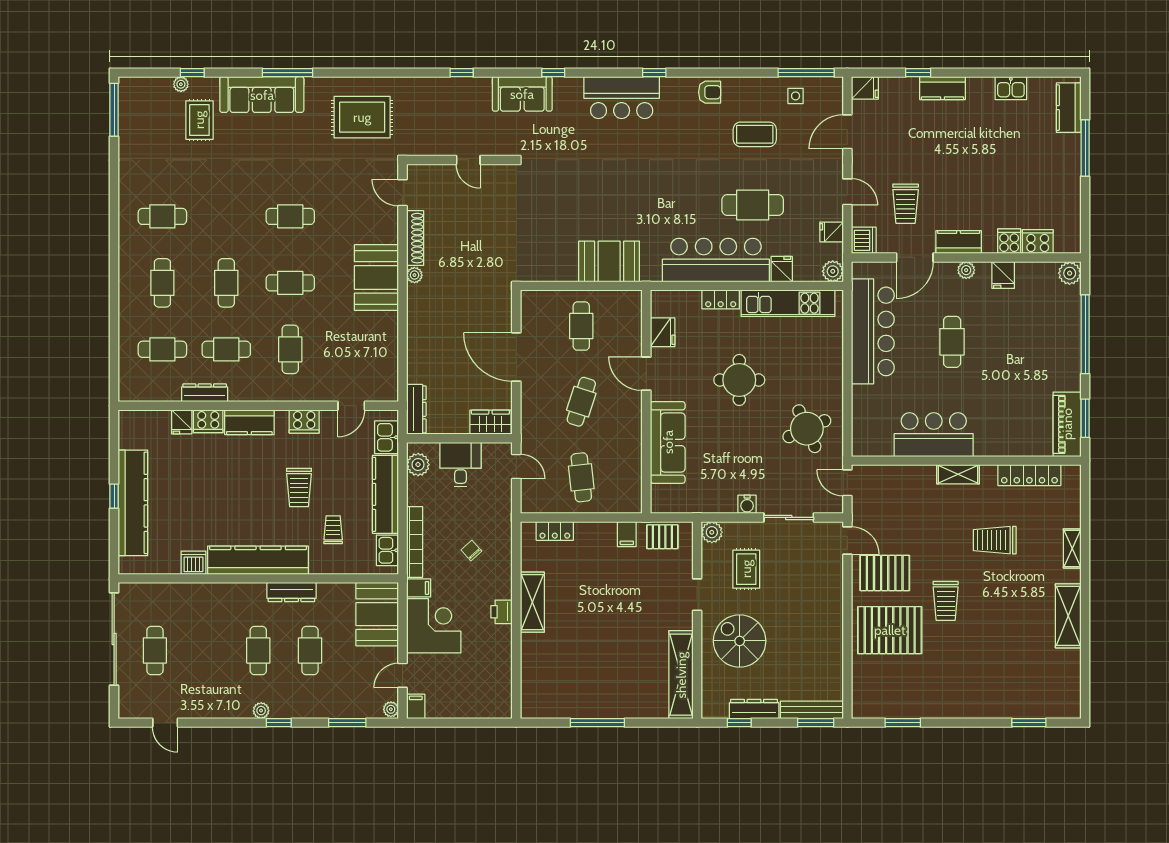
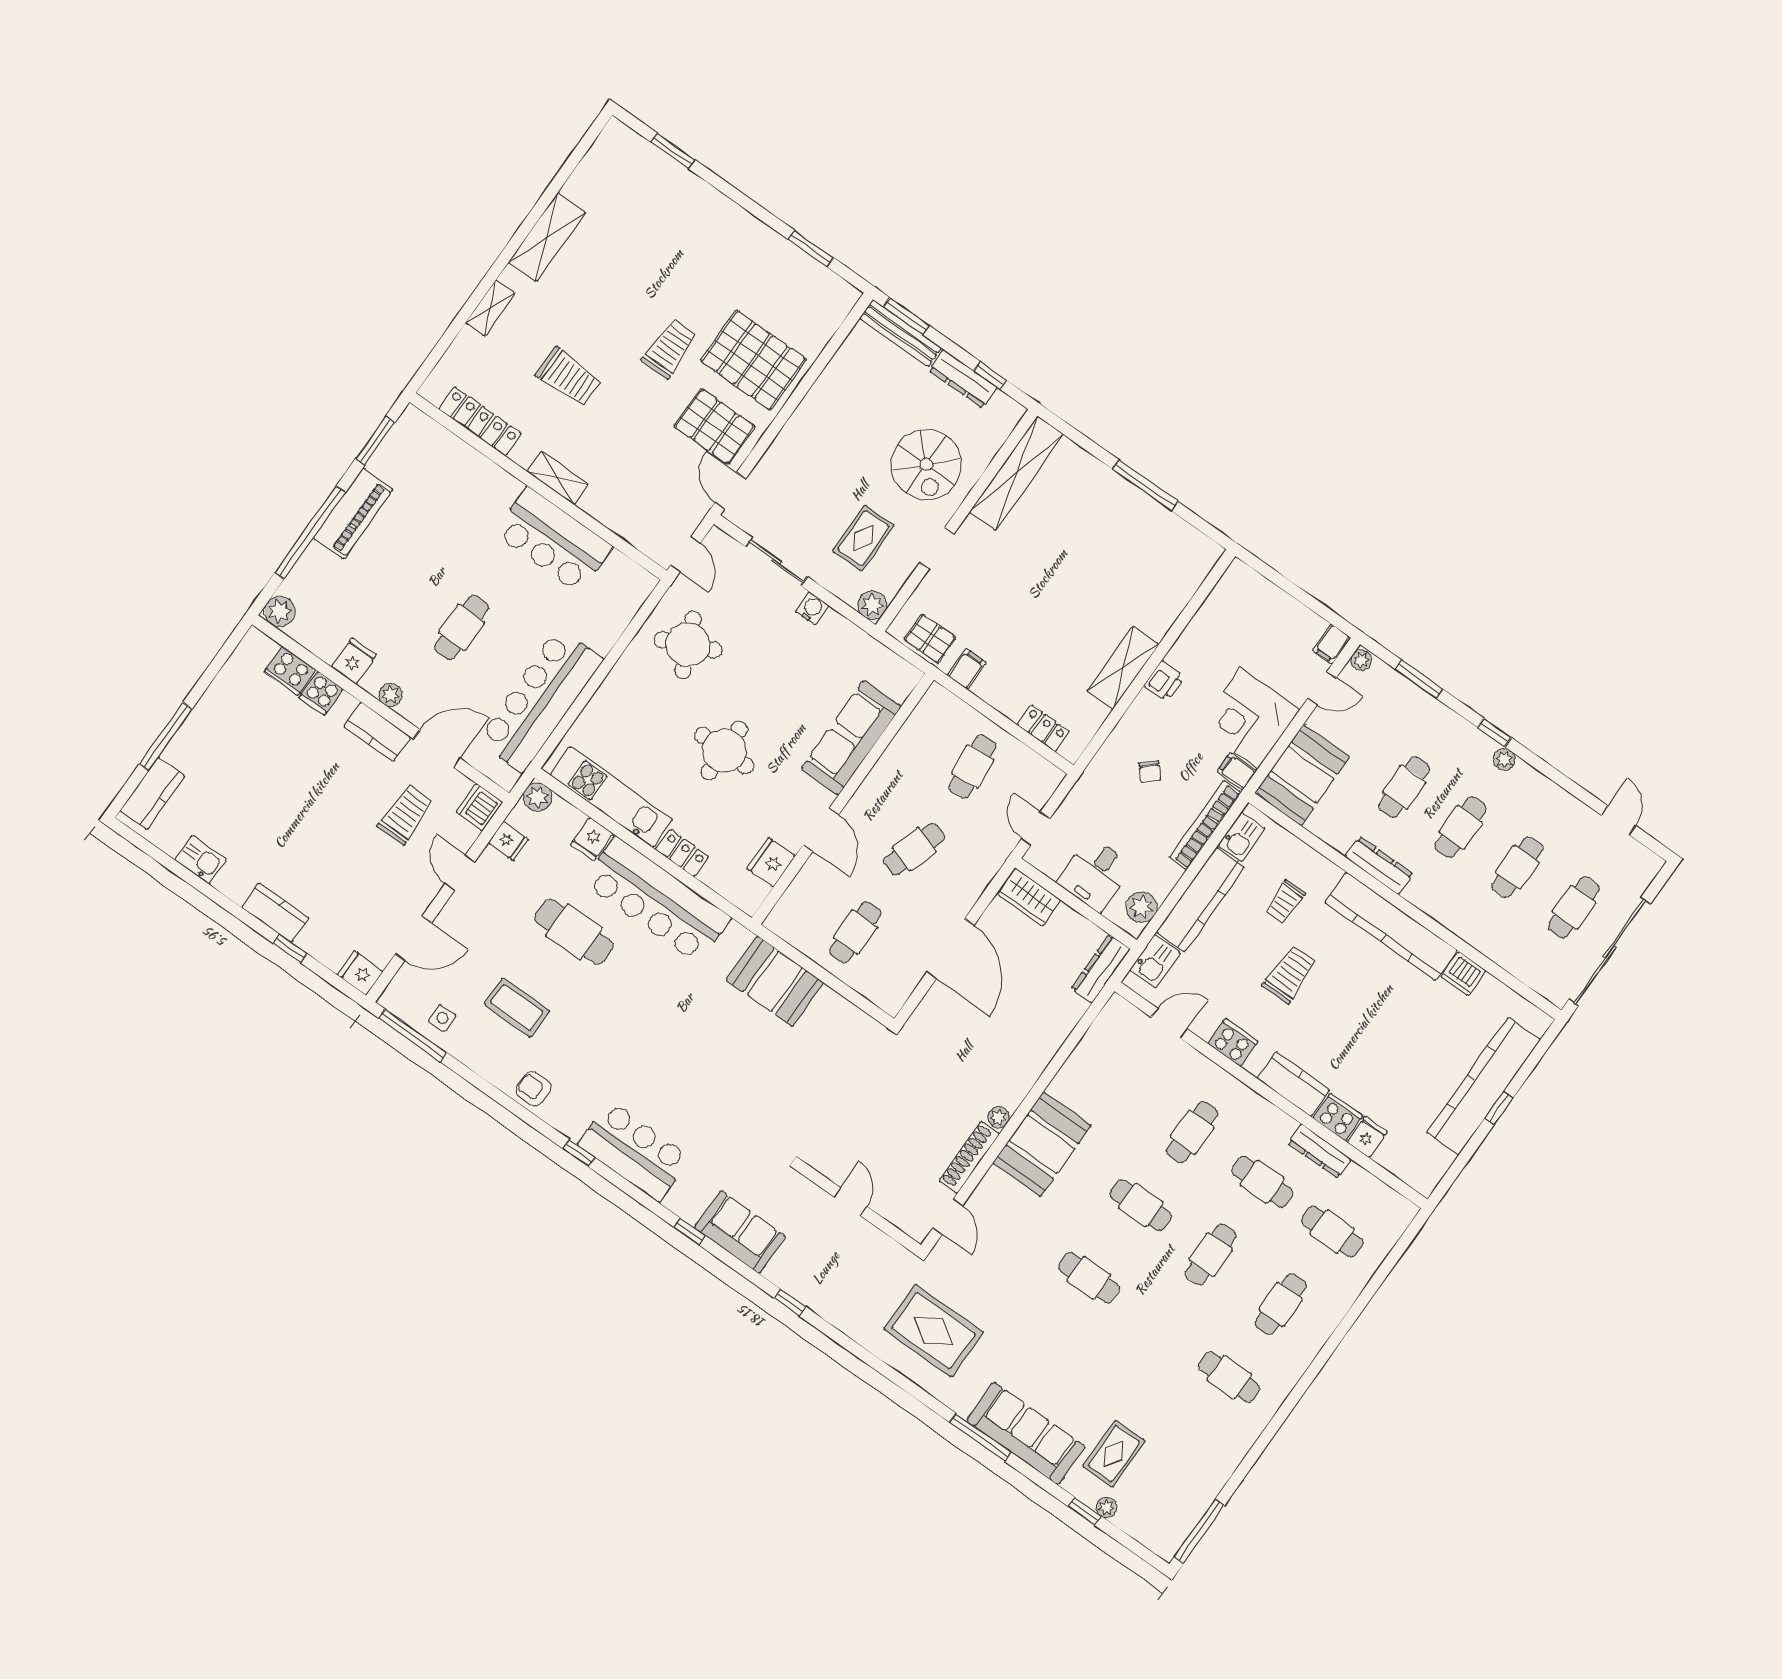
piano: (1067, 424) -> (353, 514), moved
cafe table: (207, 651) -> (1517, 867), added

